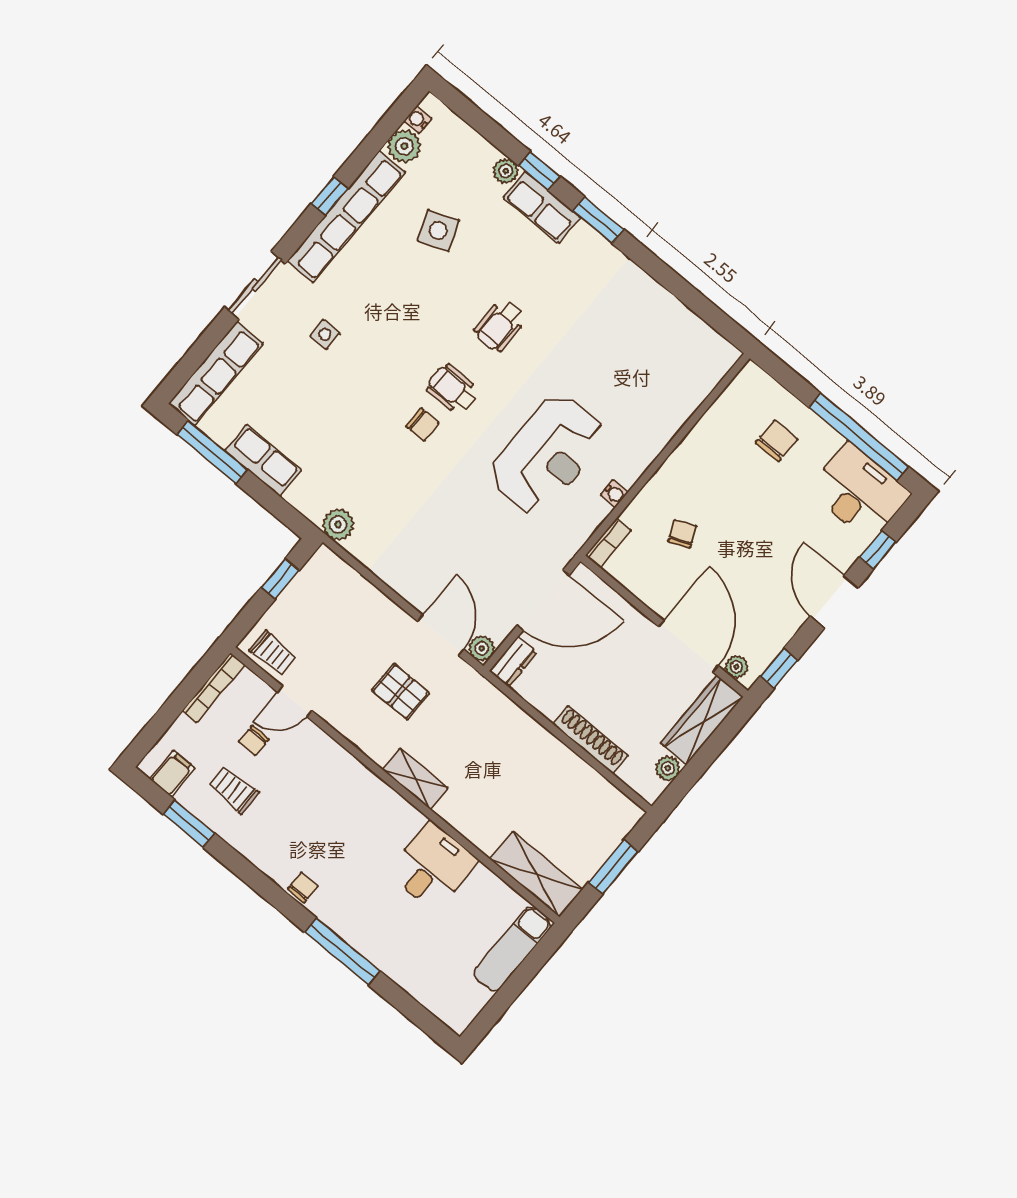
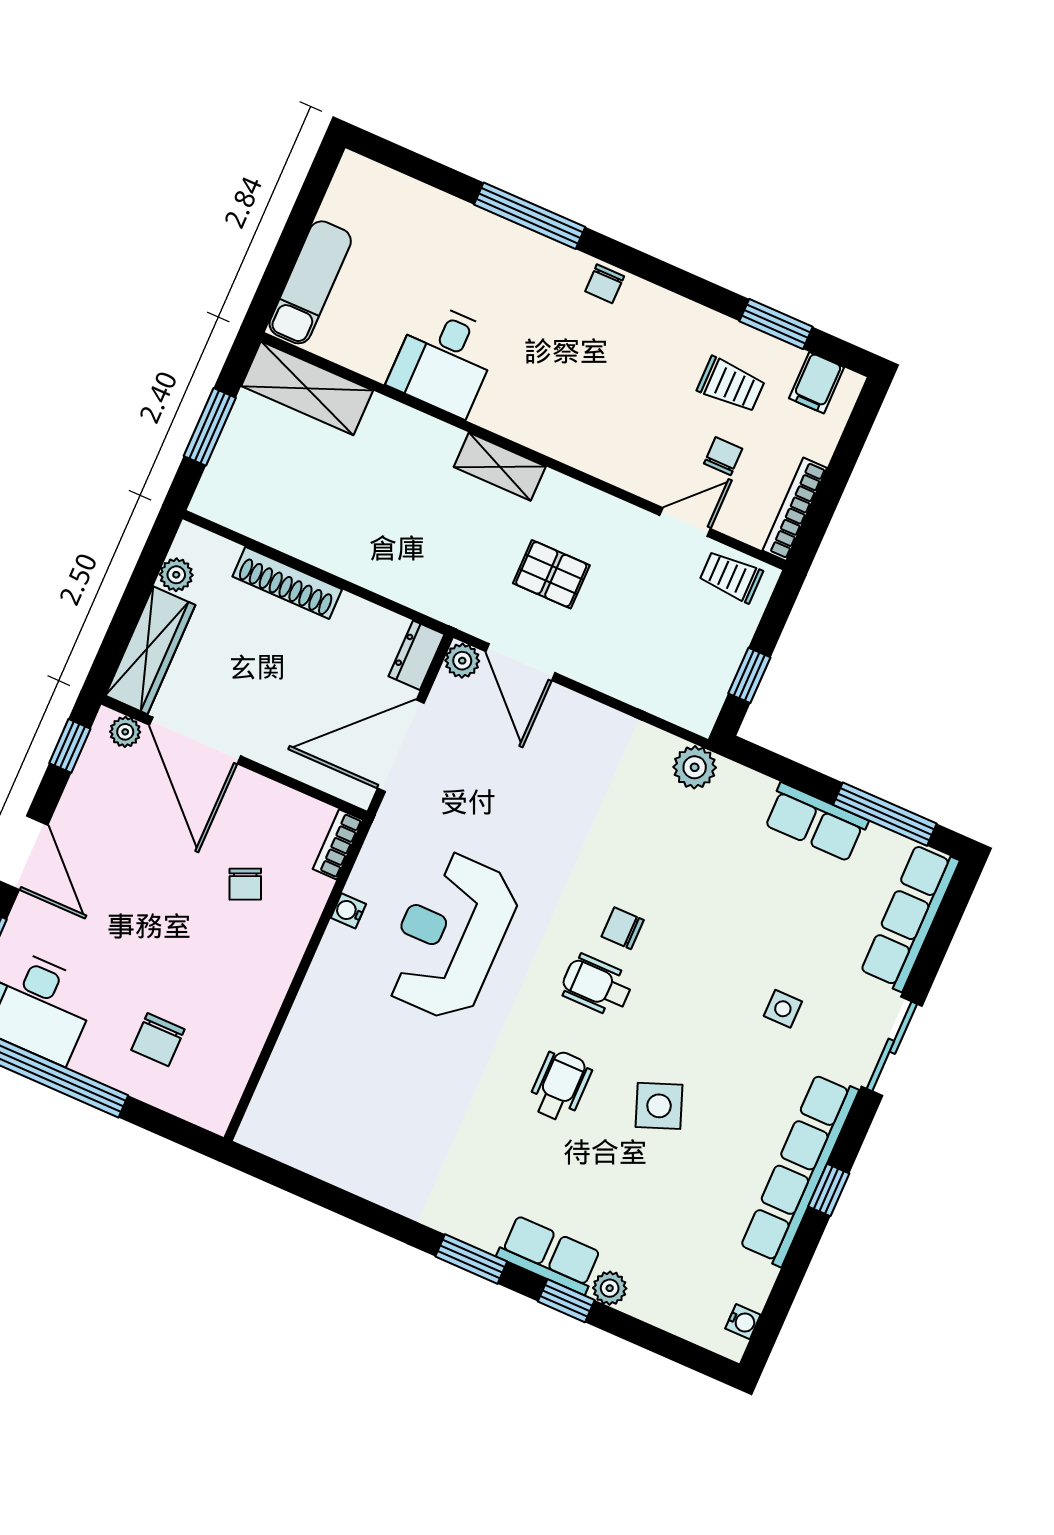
plant: (404, 146) -> (750, 1282), removed
side table: (438, 231) -> (659, 1106), moved
wheelchair: (453, 390) -> (597, 985), turned 180

